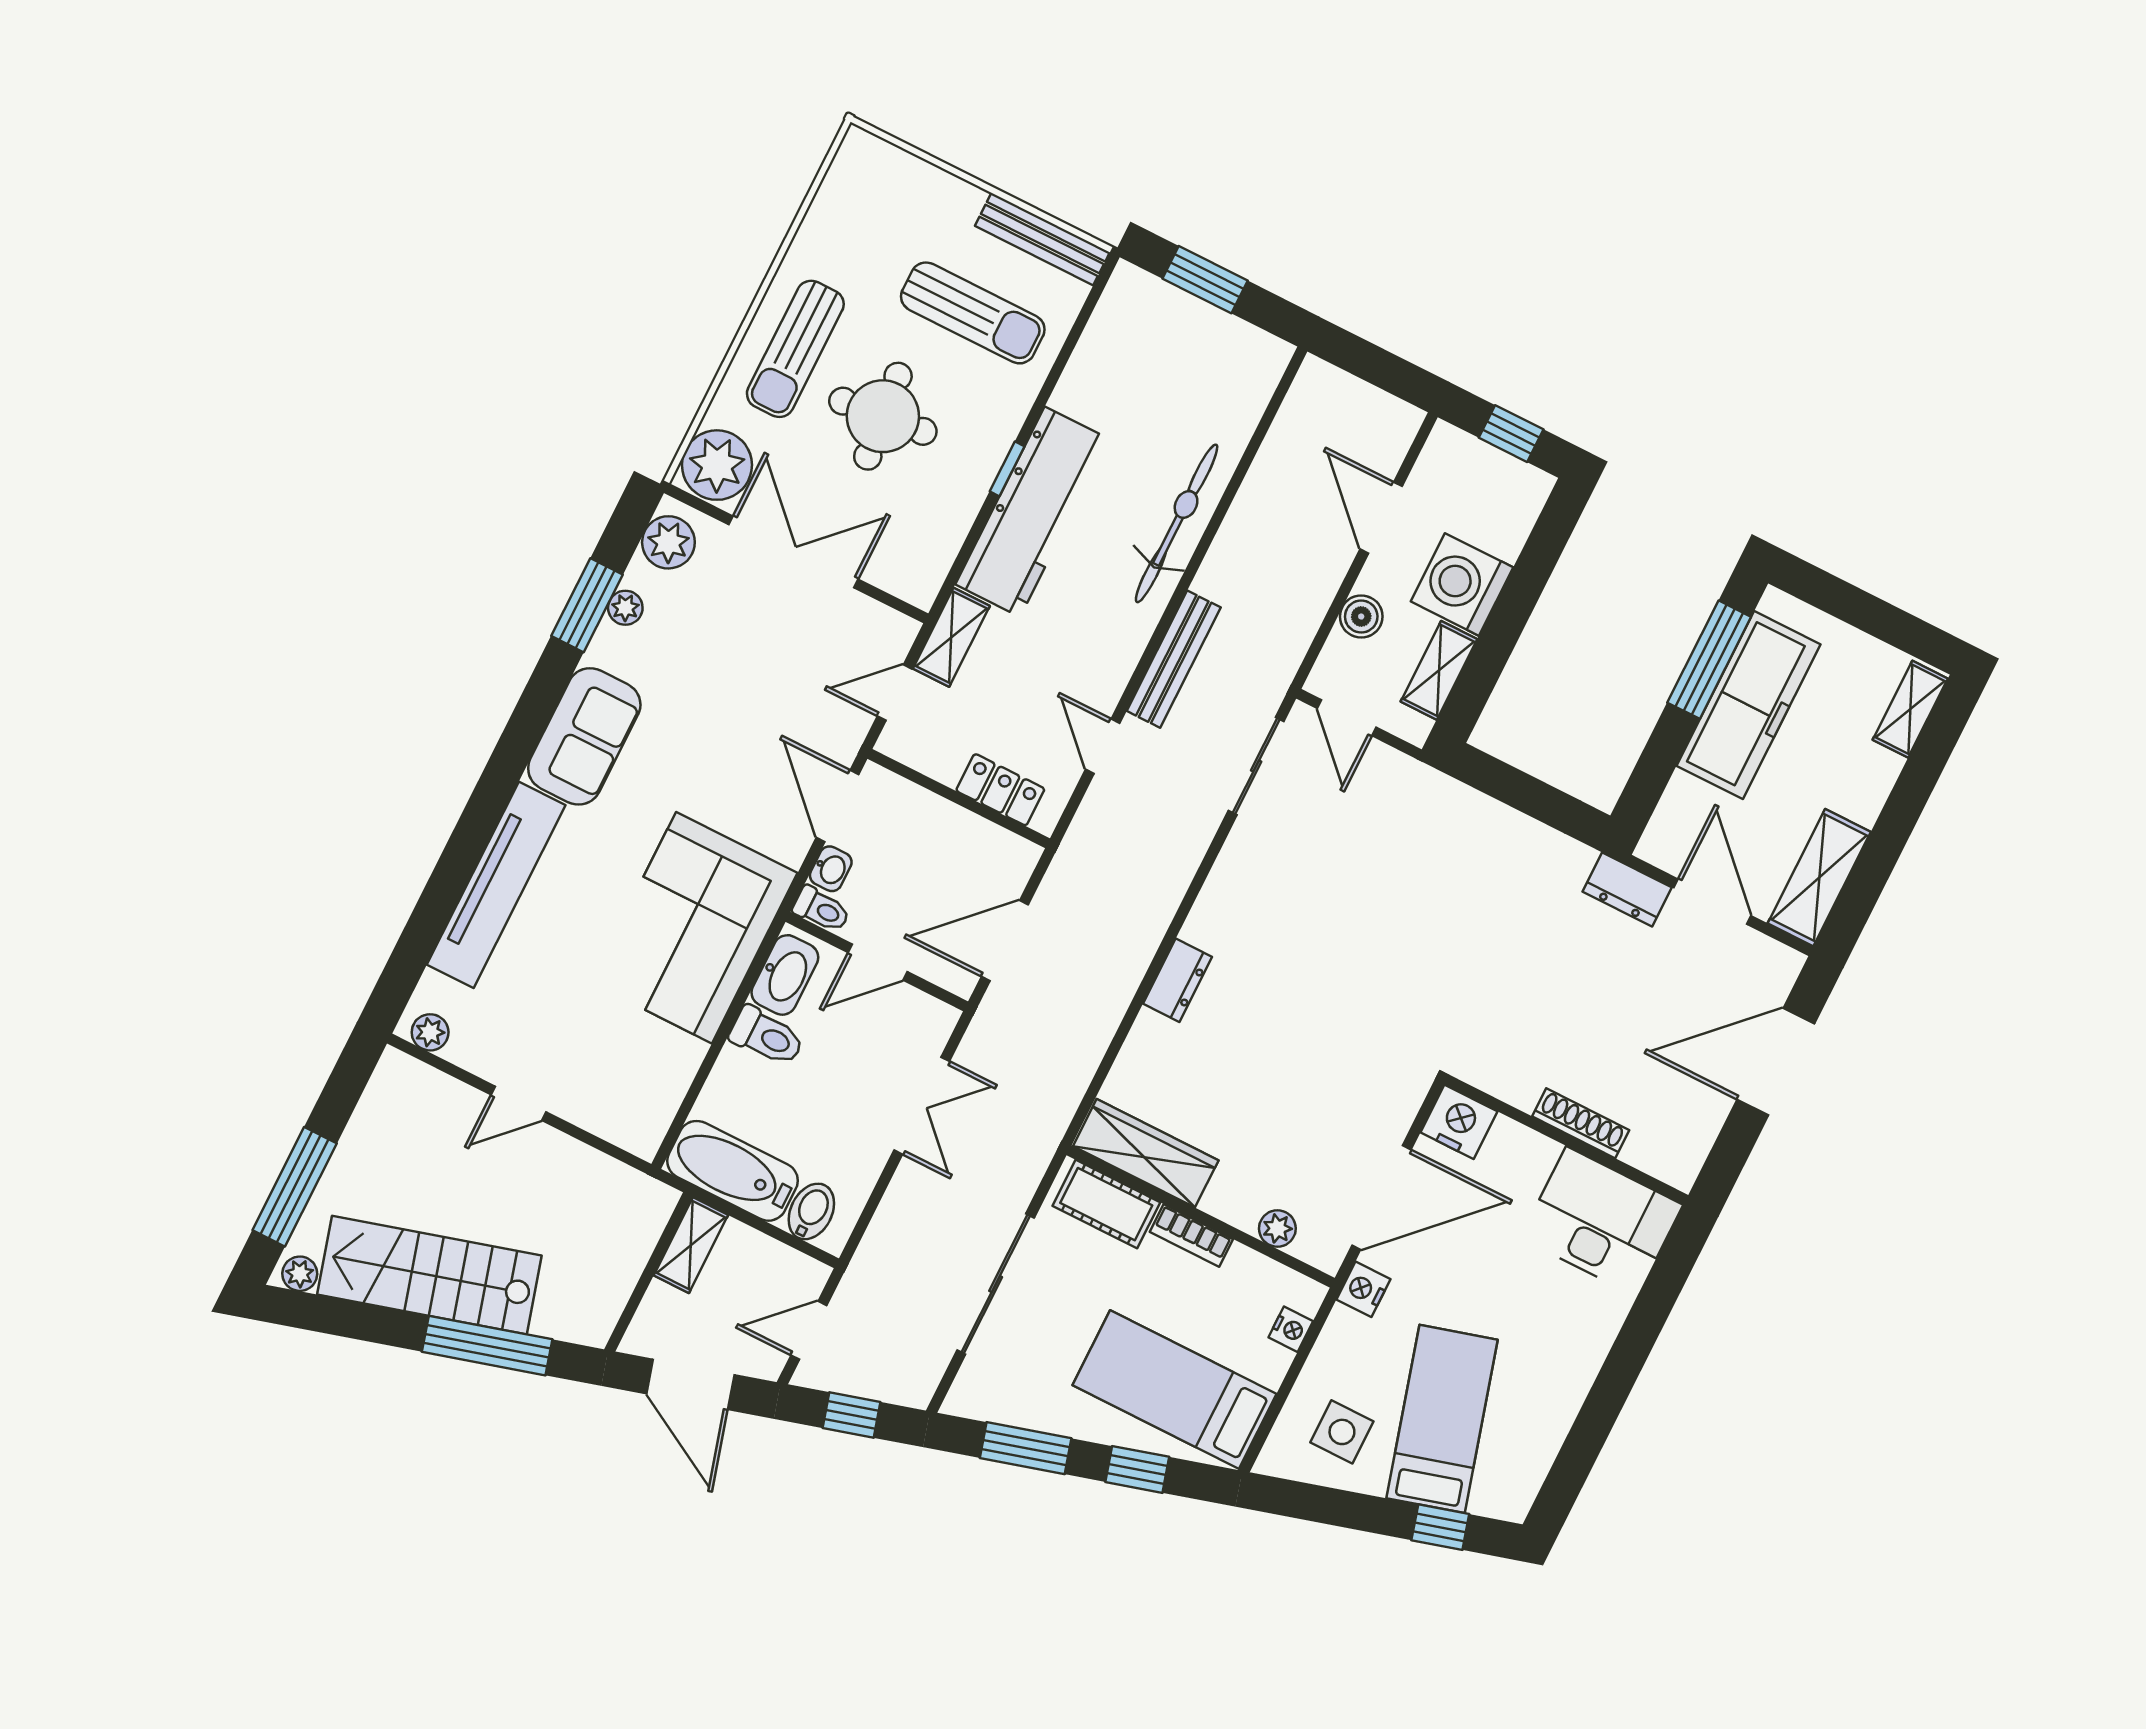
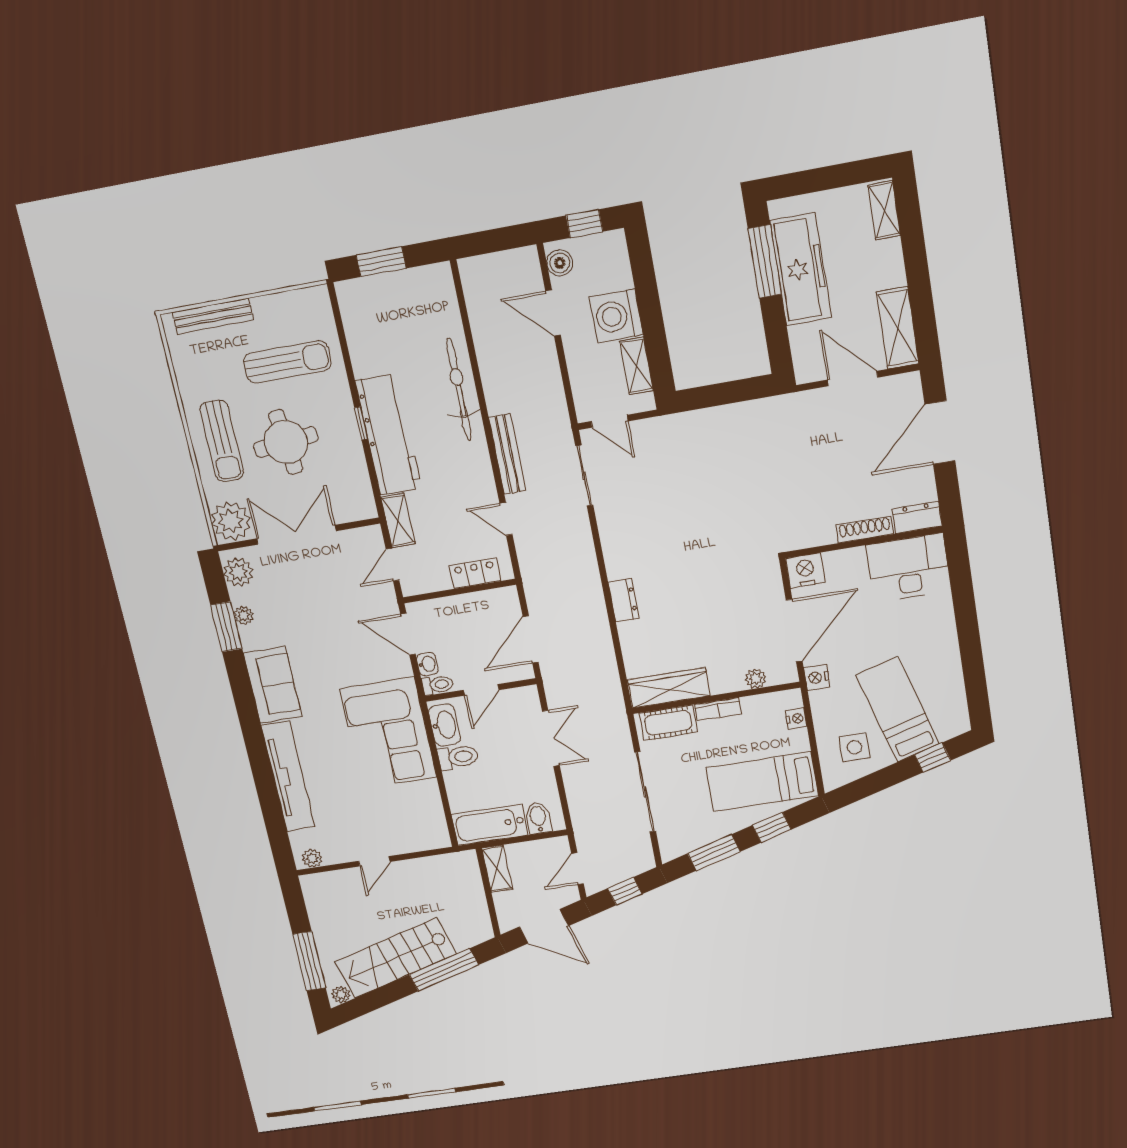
bench: (1042, 239) -> (213, 316), moved
boiler: (1361, 617) -> (560, 263), moved
dresser: (1627, 890) -> (917, 517), moved, turned 180

